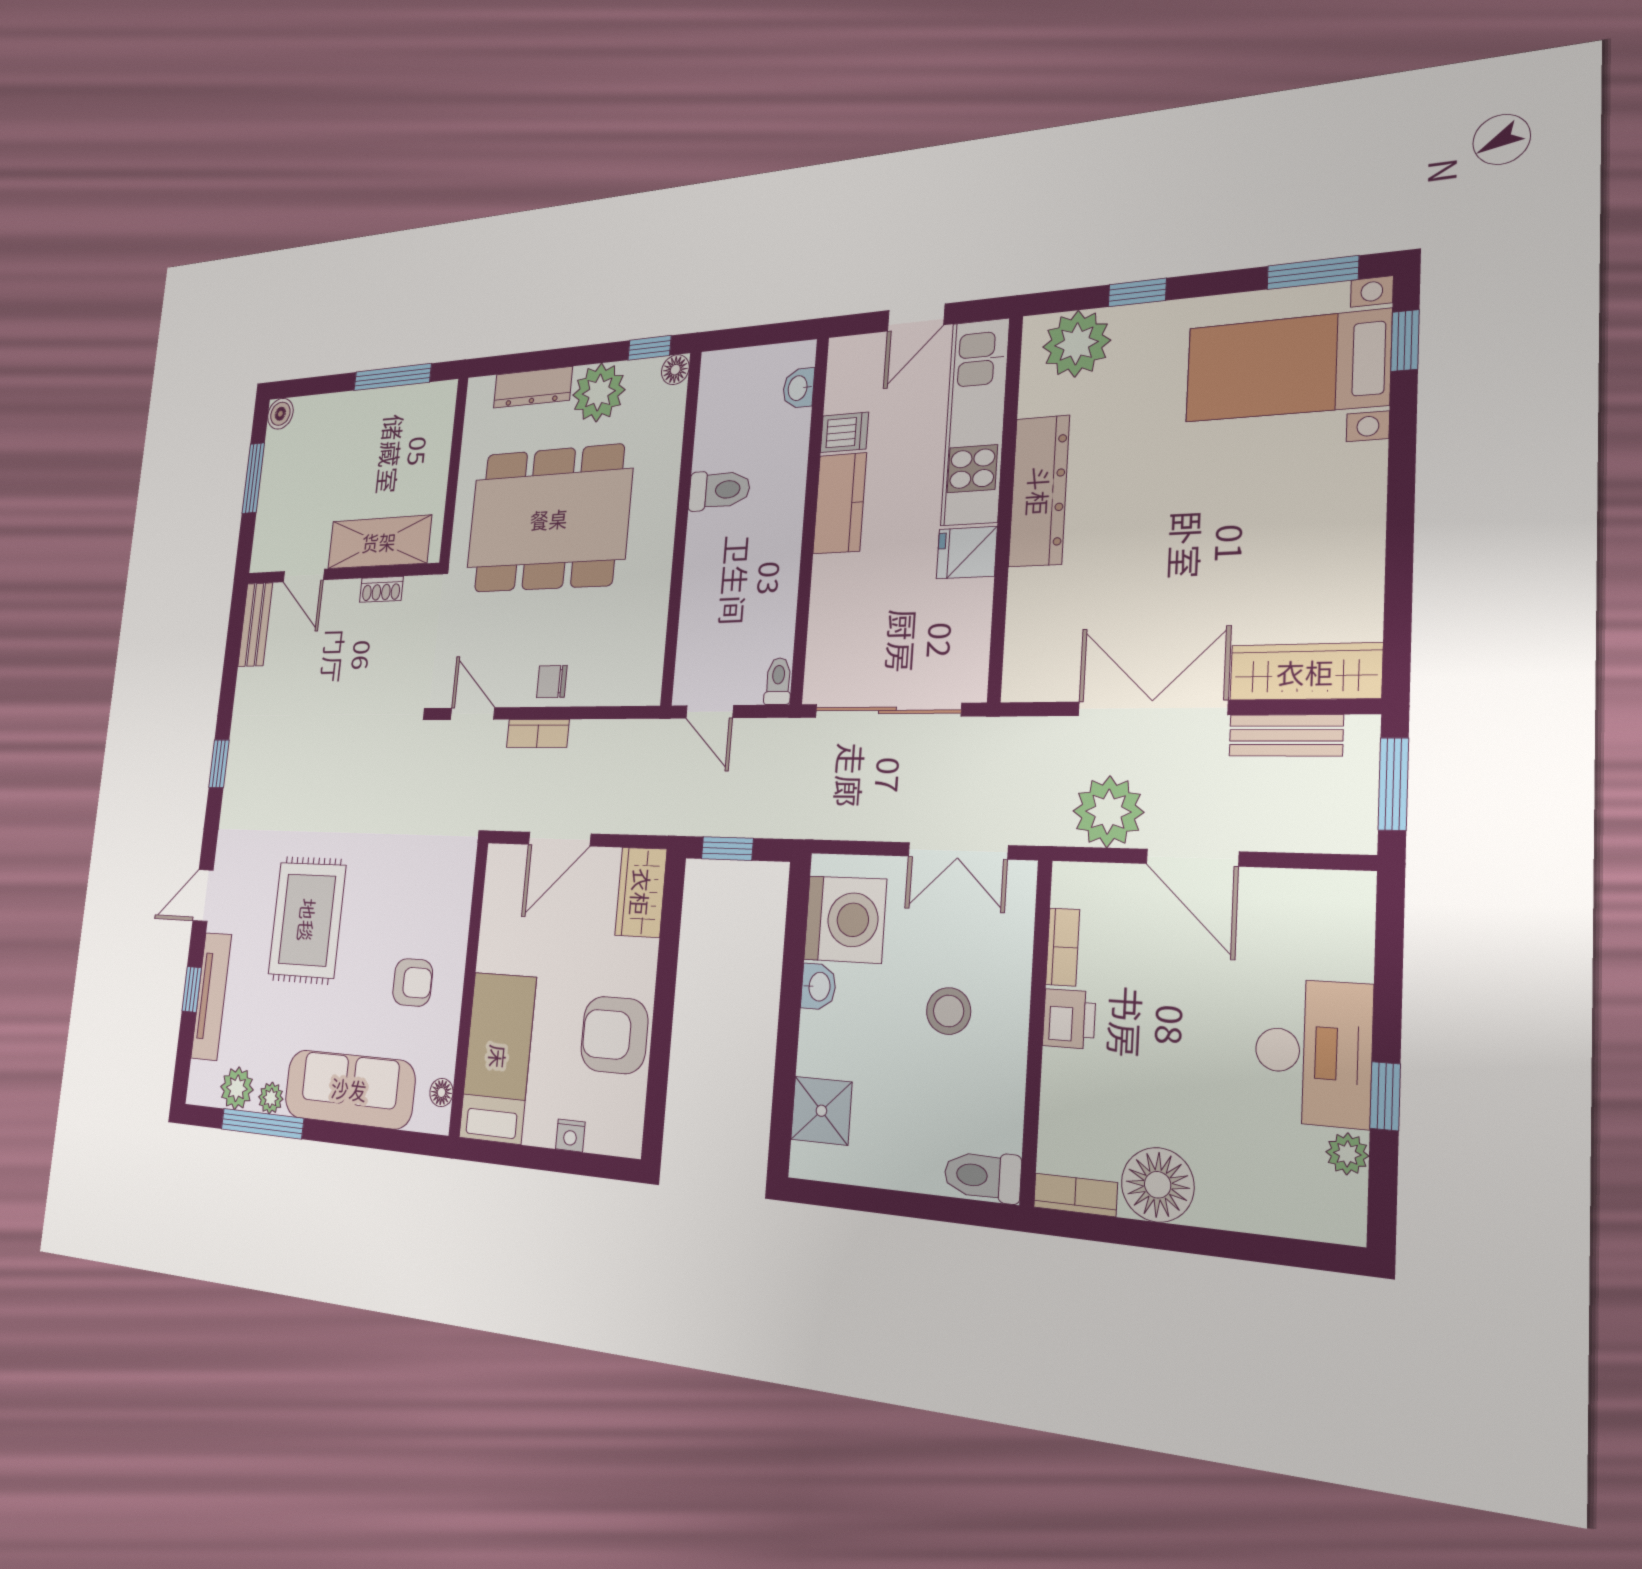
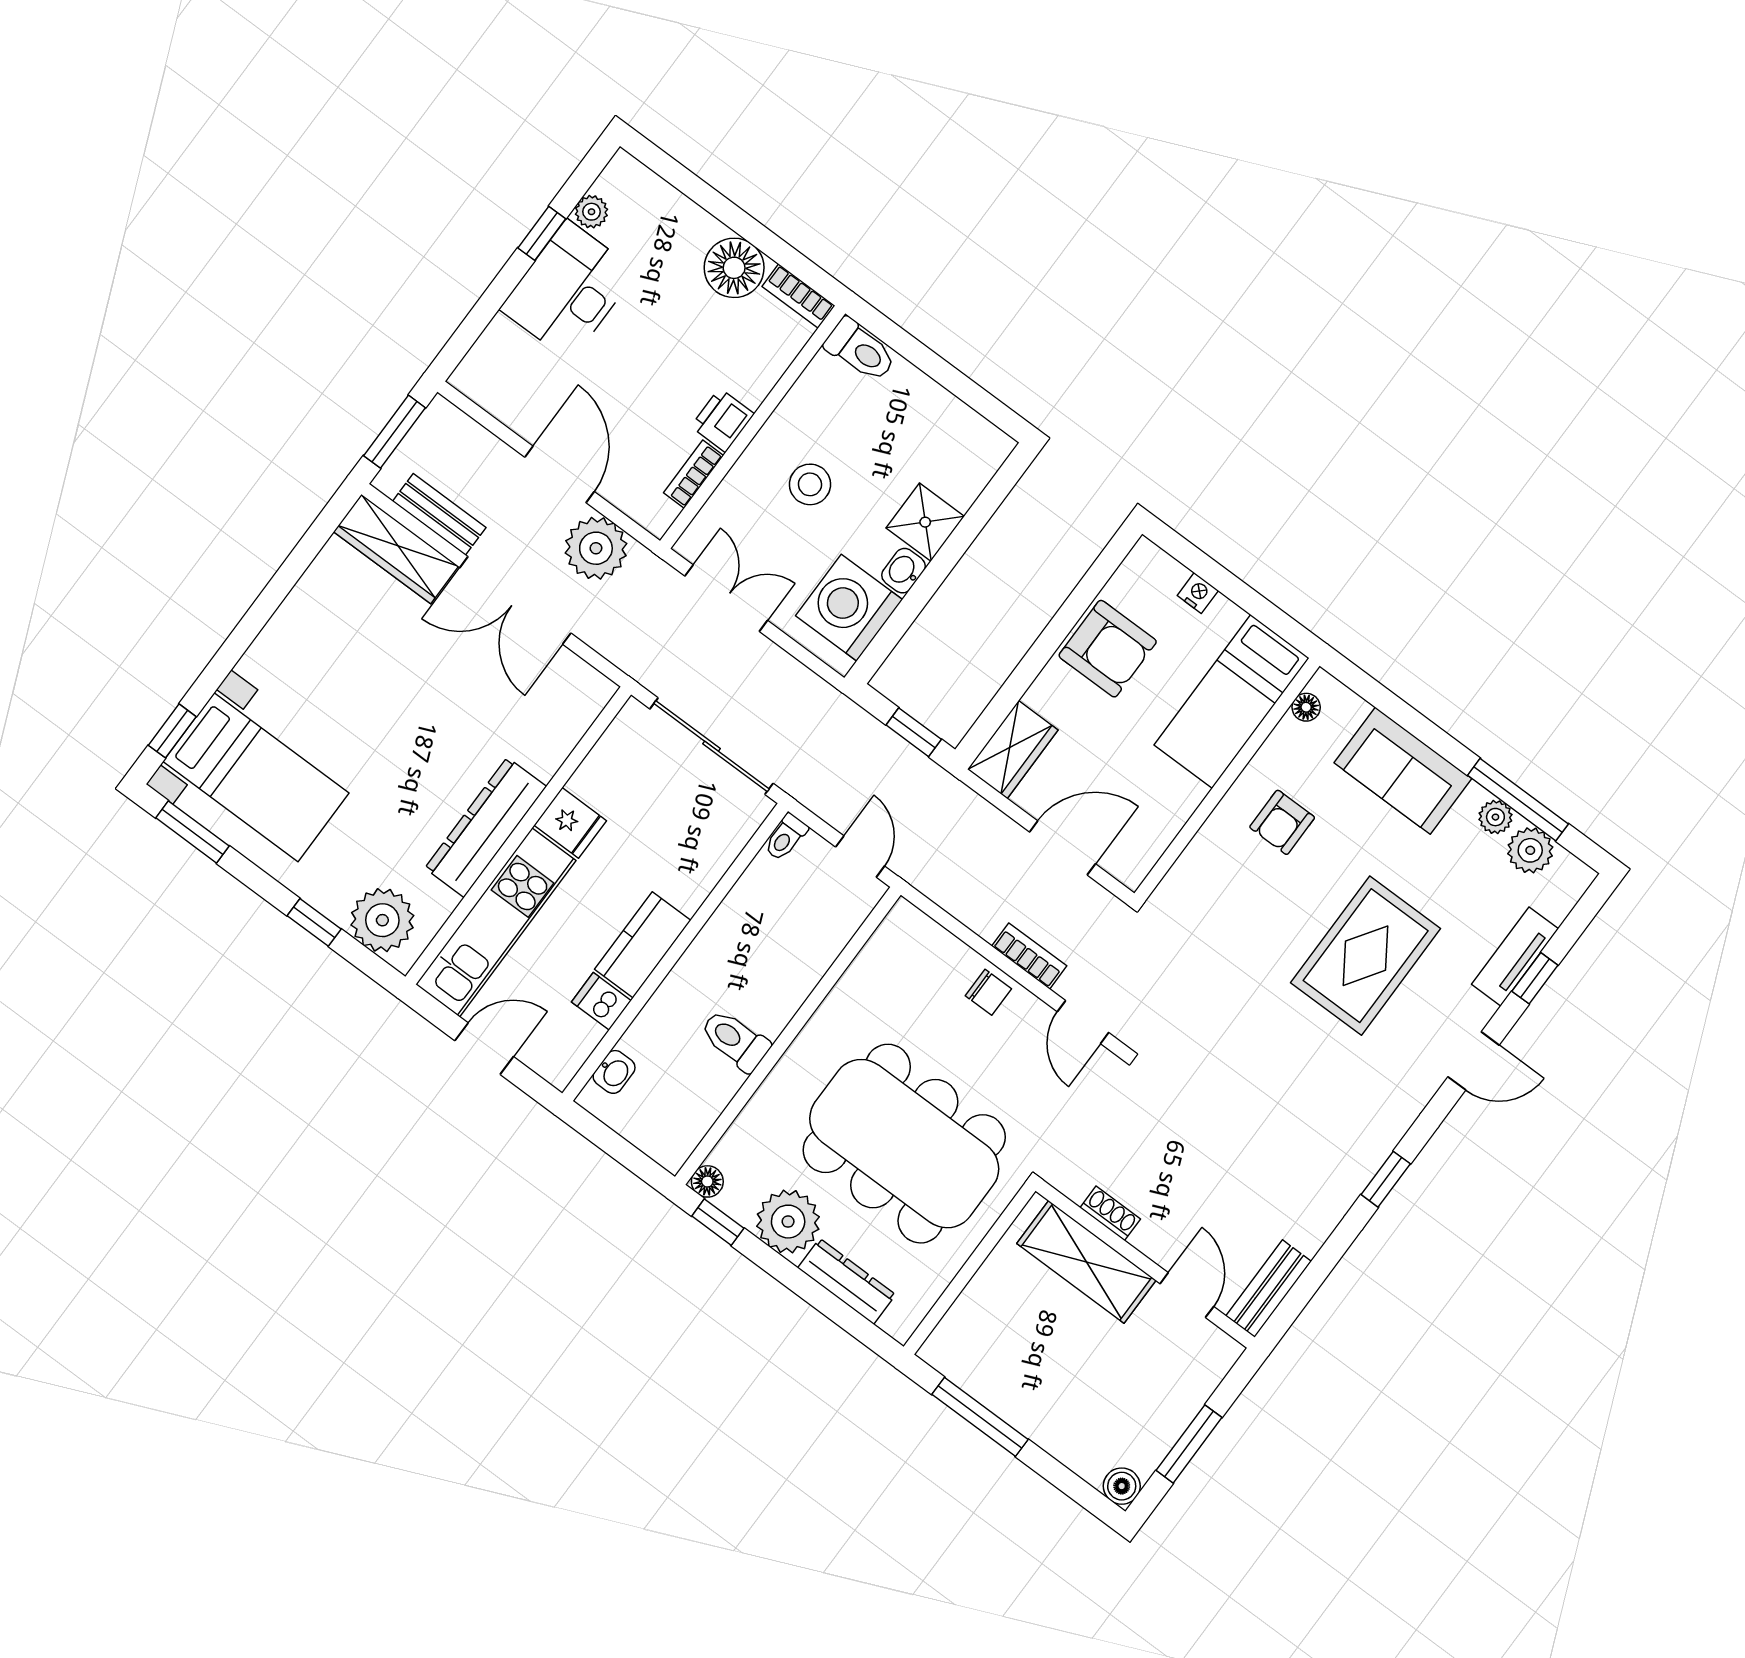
armchair: (413, 982) -> (1282, 822), turned -90
tv unit: (211, 996) -> (1515, 956), width x0.71
sofa: (349, 1089) -> (1403, 771), width x0.73
shower: (821, 1111) -> (925, 522), moved

